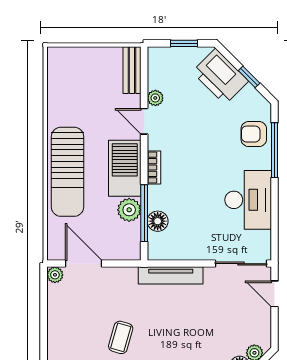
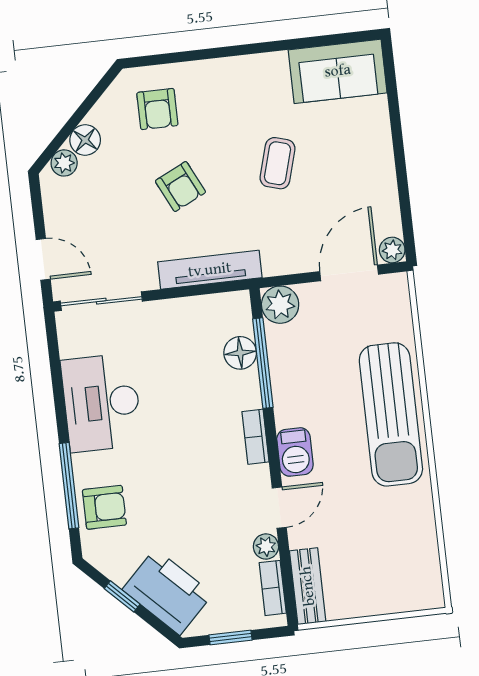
bookcase: (154, 71) -> (273, 588), added
door: (144, 121) -> (279, 508), hinge flipped
barbecue: (125, 168) -> (295, 452), width x0.53, depth x0.65
sun lounger: (68, 172) -> (391, 414), turned 180
plant: (129, 210) -> (280, 305), moved
door: (84, 264) -> (349, 273), swing flipped
armchair: (183, 330) -> (180, 187), added

